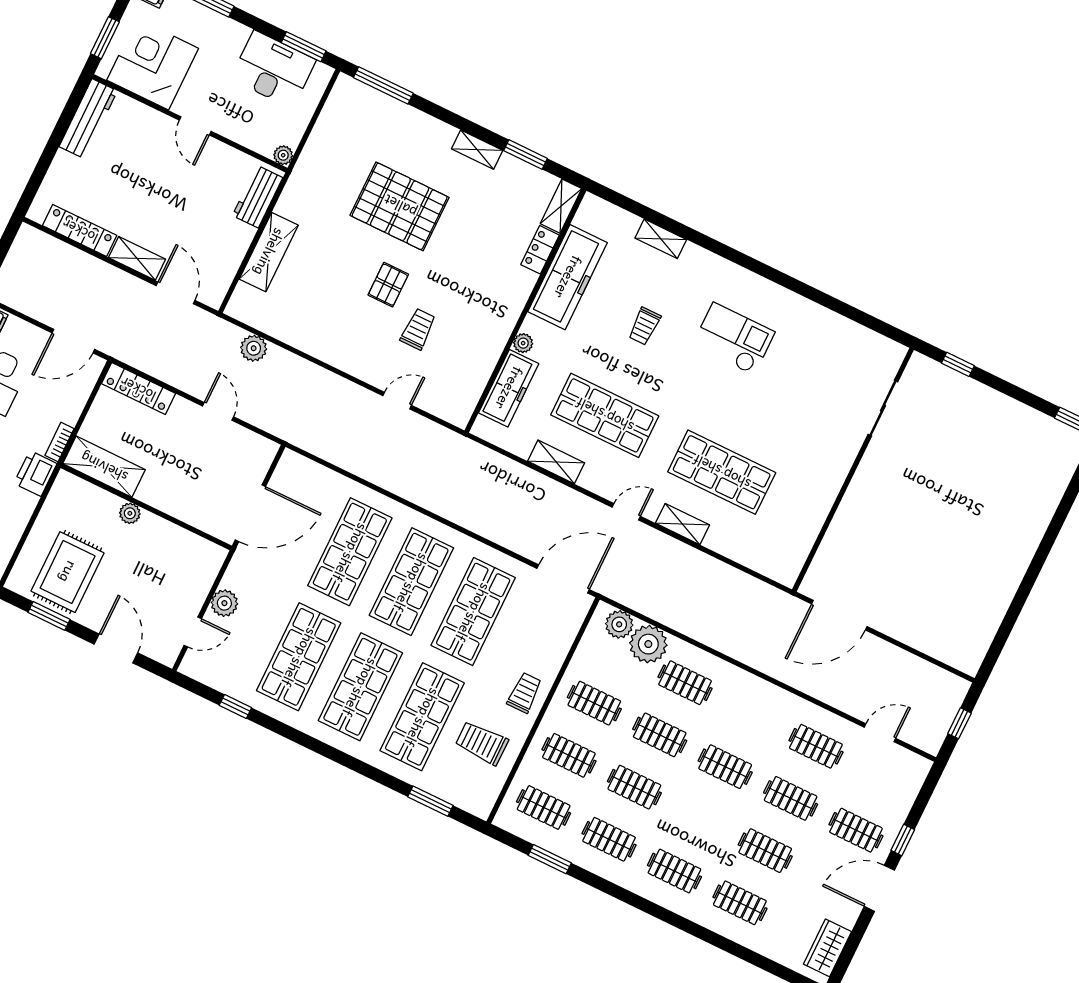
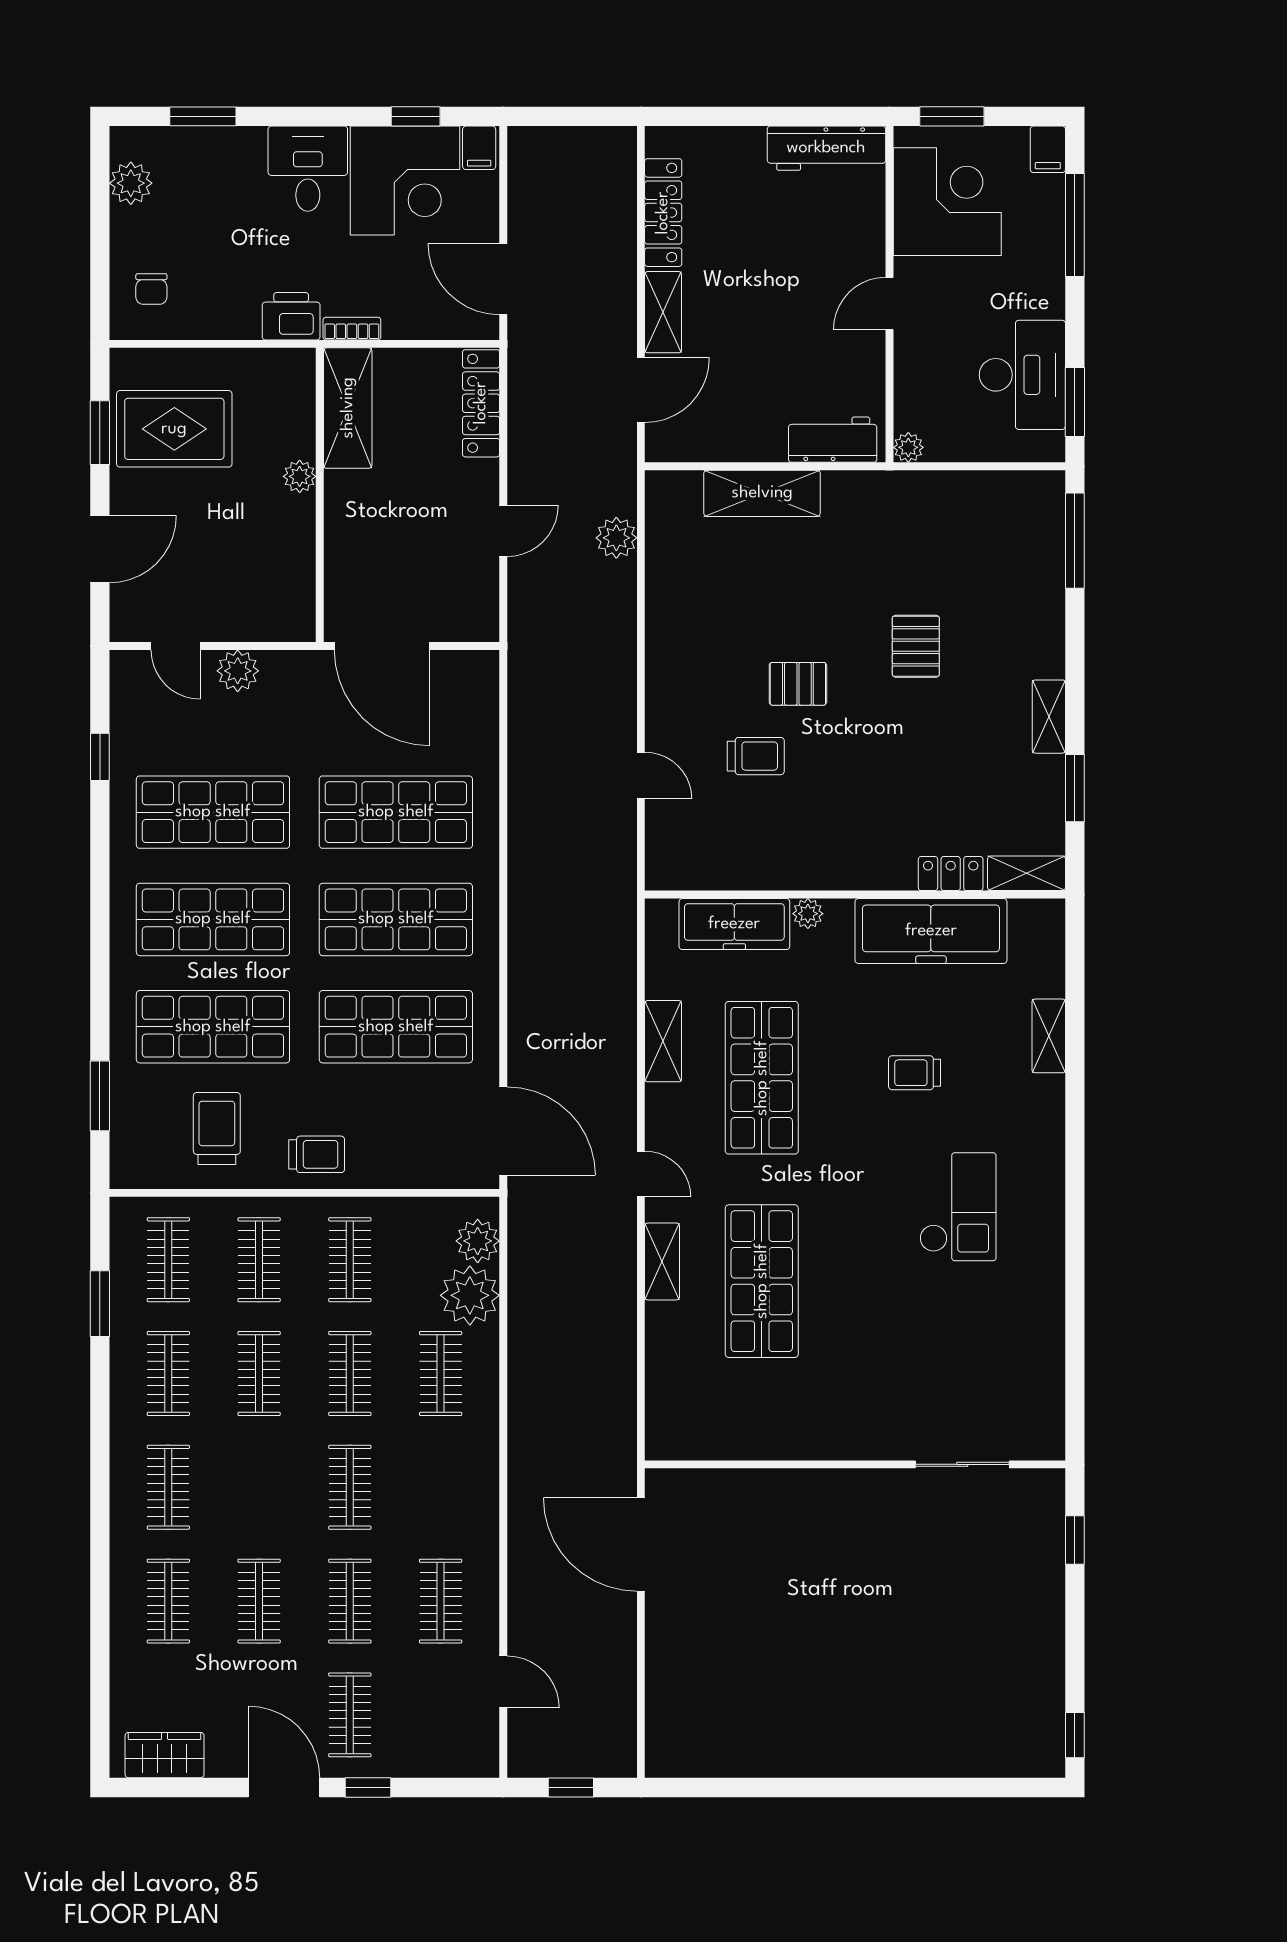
pallet: (400, 206) -> (916, 646), width x0.49, depth x0.50

